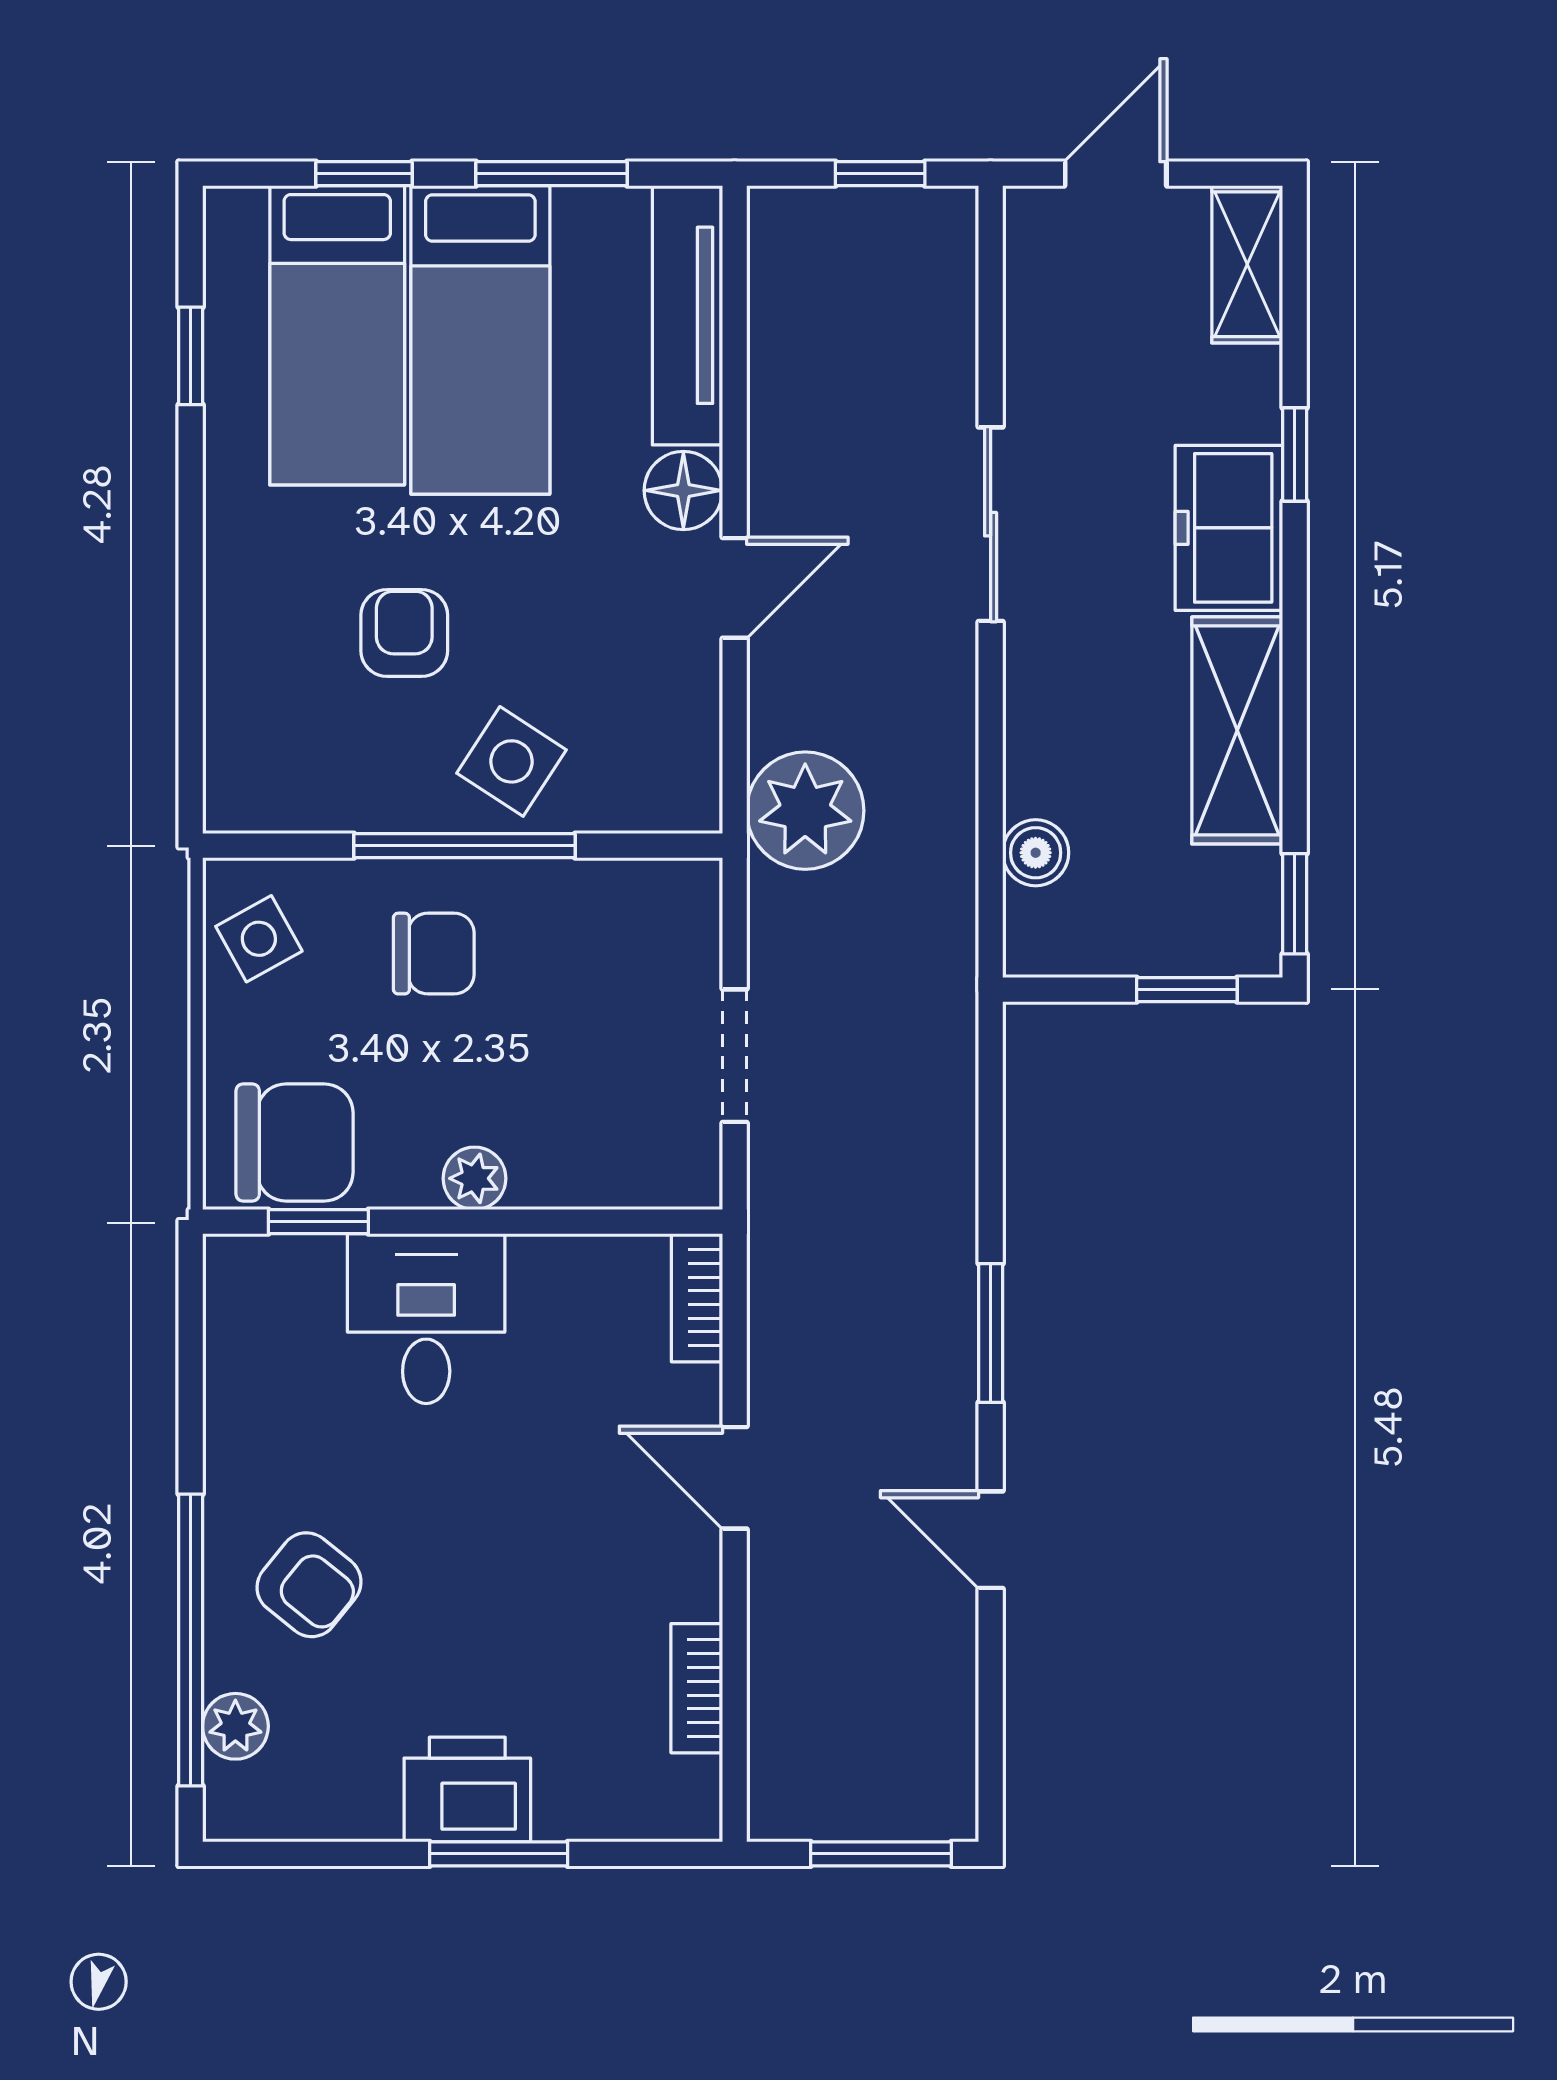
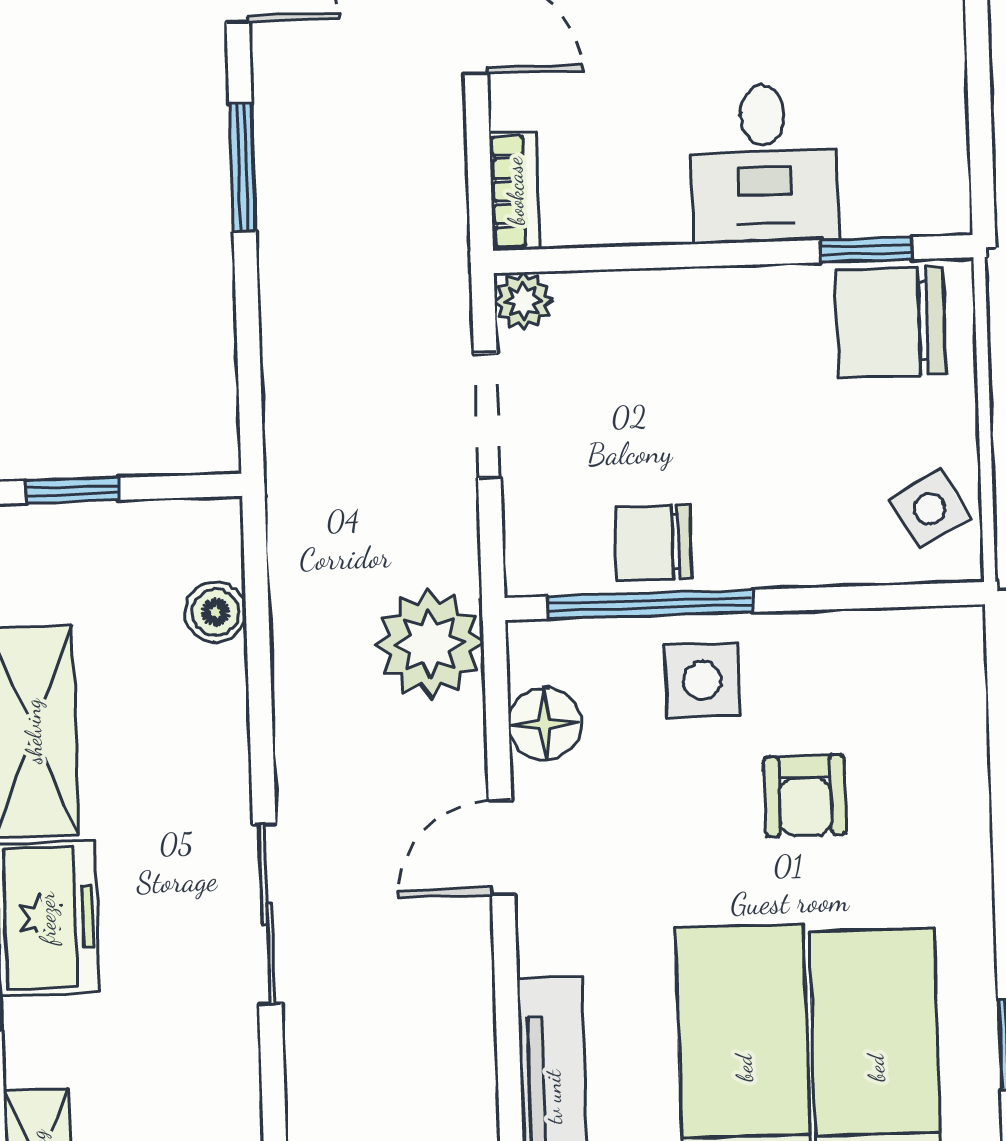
floor lamp: (683, 490) -> (545, 724), moved
side table: (511, 761) -> (702, 680), turned -33
window: (464, 846) -> (650, 604), moved
chair: (434, 954) -> (653, 543), moved
plant: (475, 1178) -> (523, 301), moved

